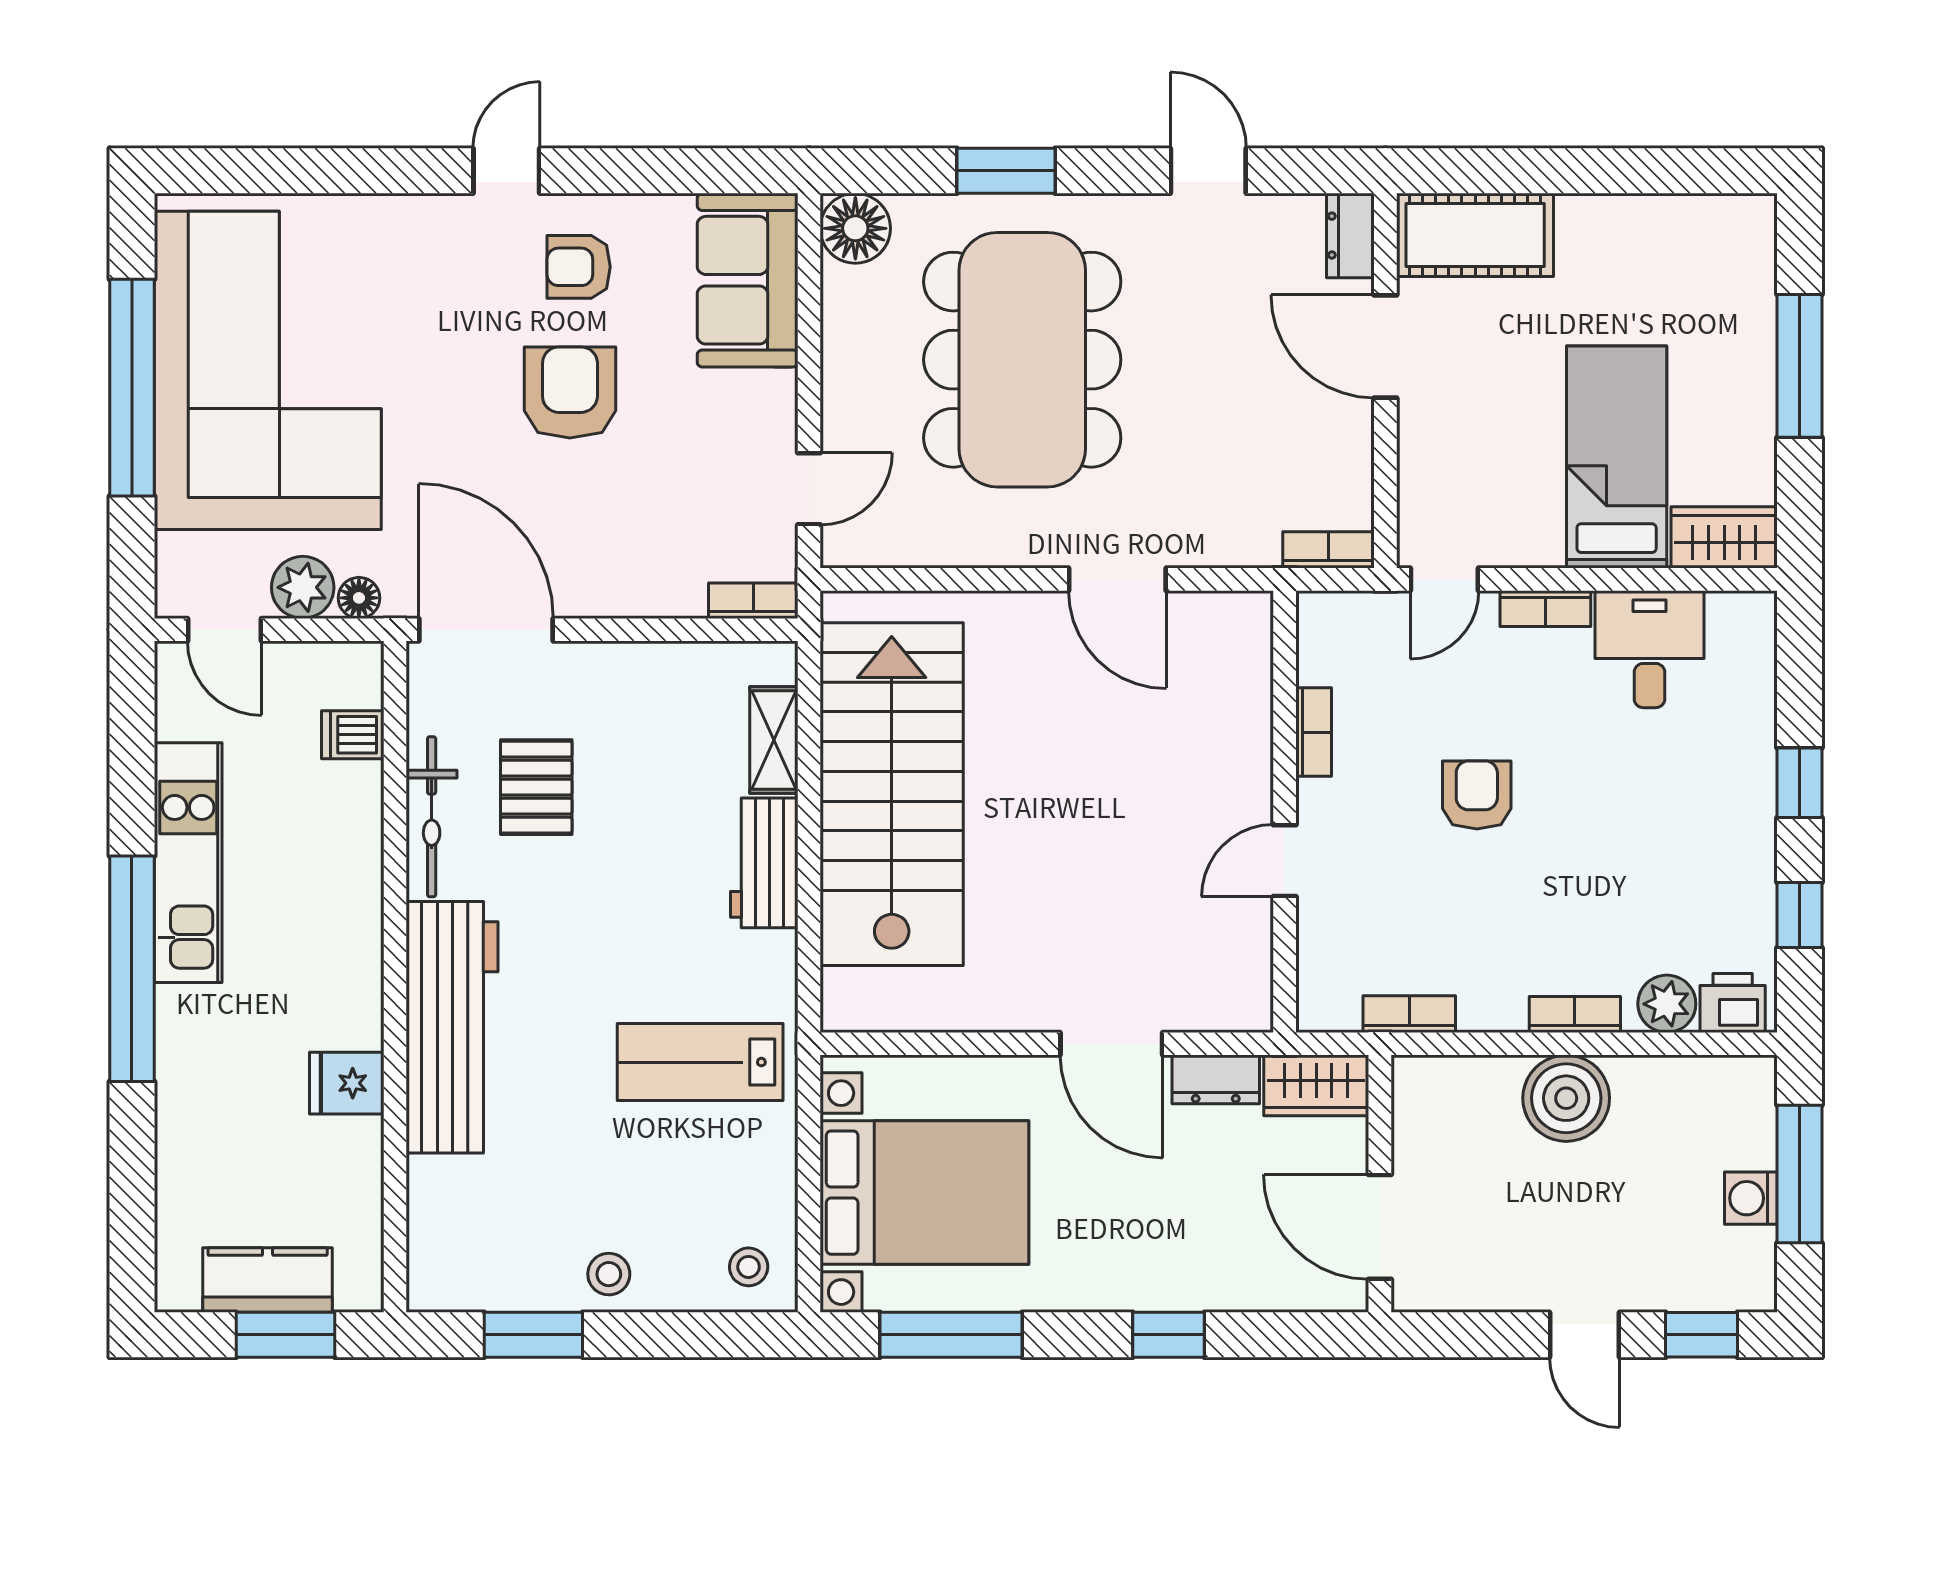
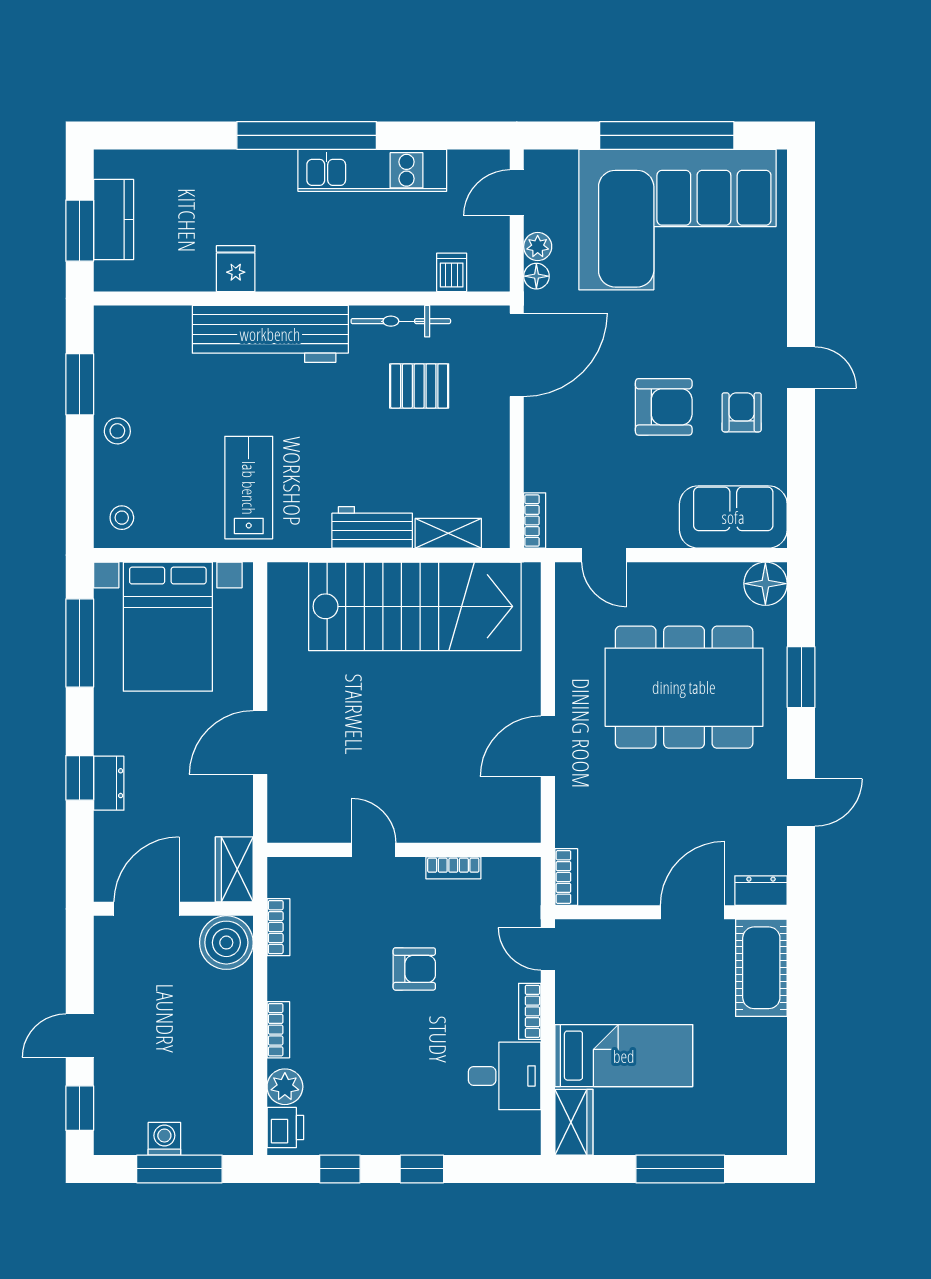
plant: (303, 587) -> (538, 247), width x0.73, depth x0.73
dresser: (1216, 1079) -> (109, 783), moved, turned 180
boiler: (1566, 1098) -> (226, 943), moved

